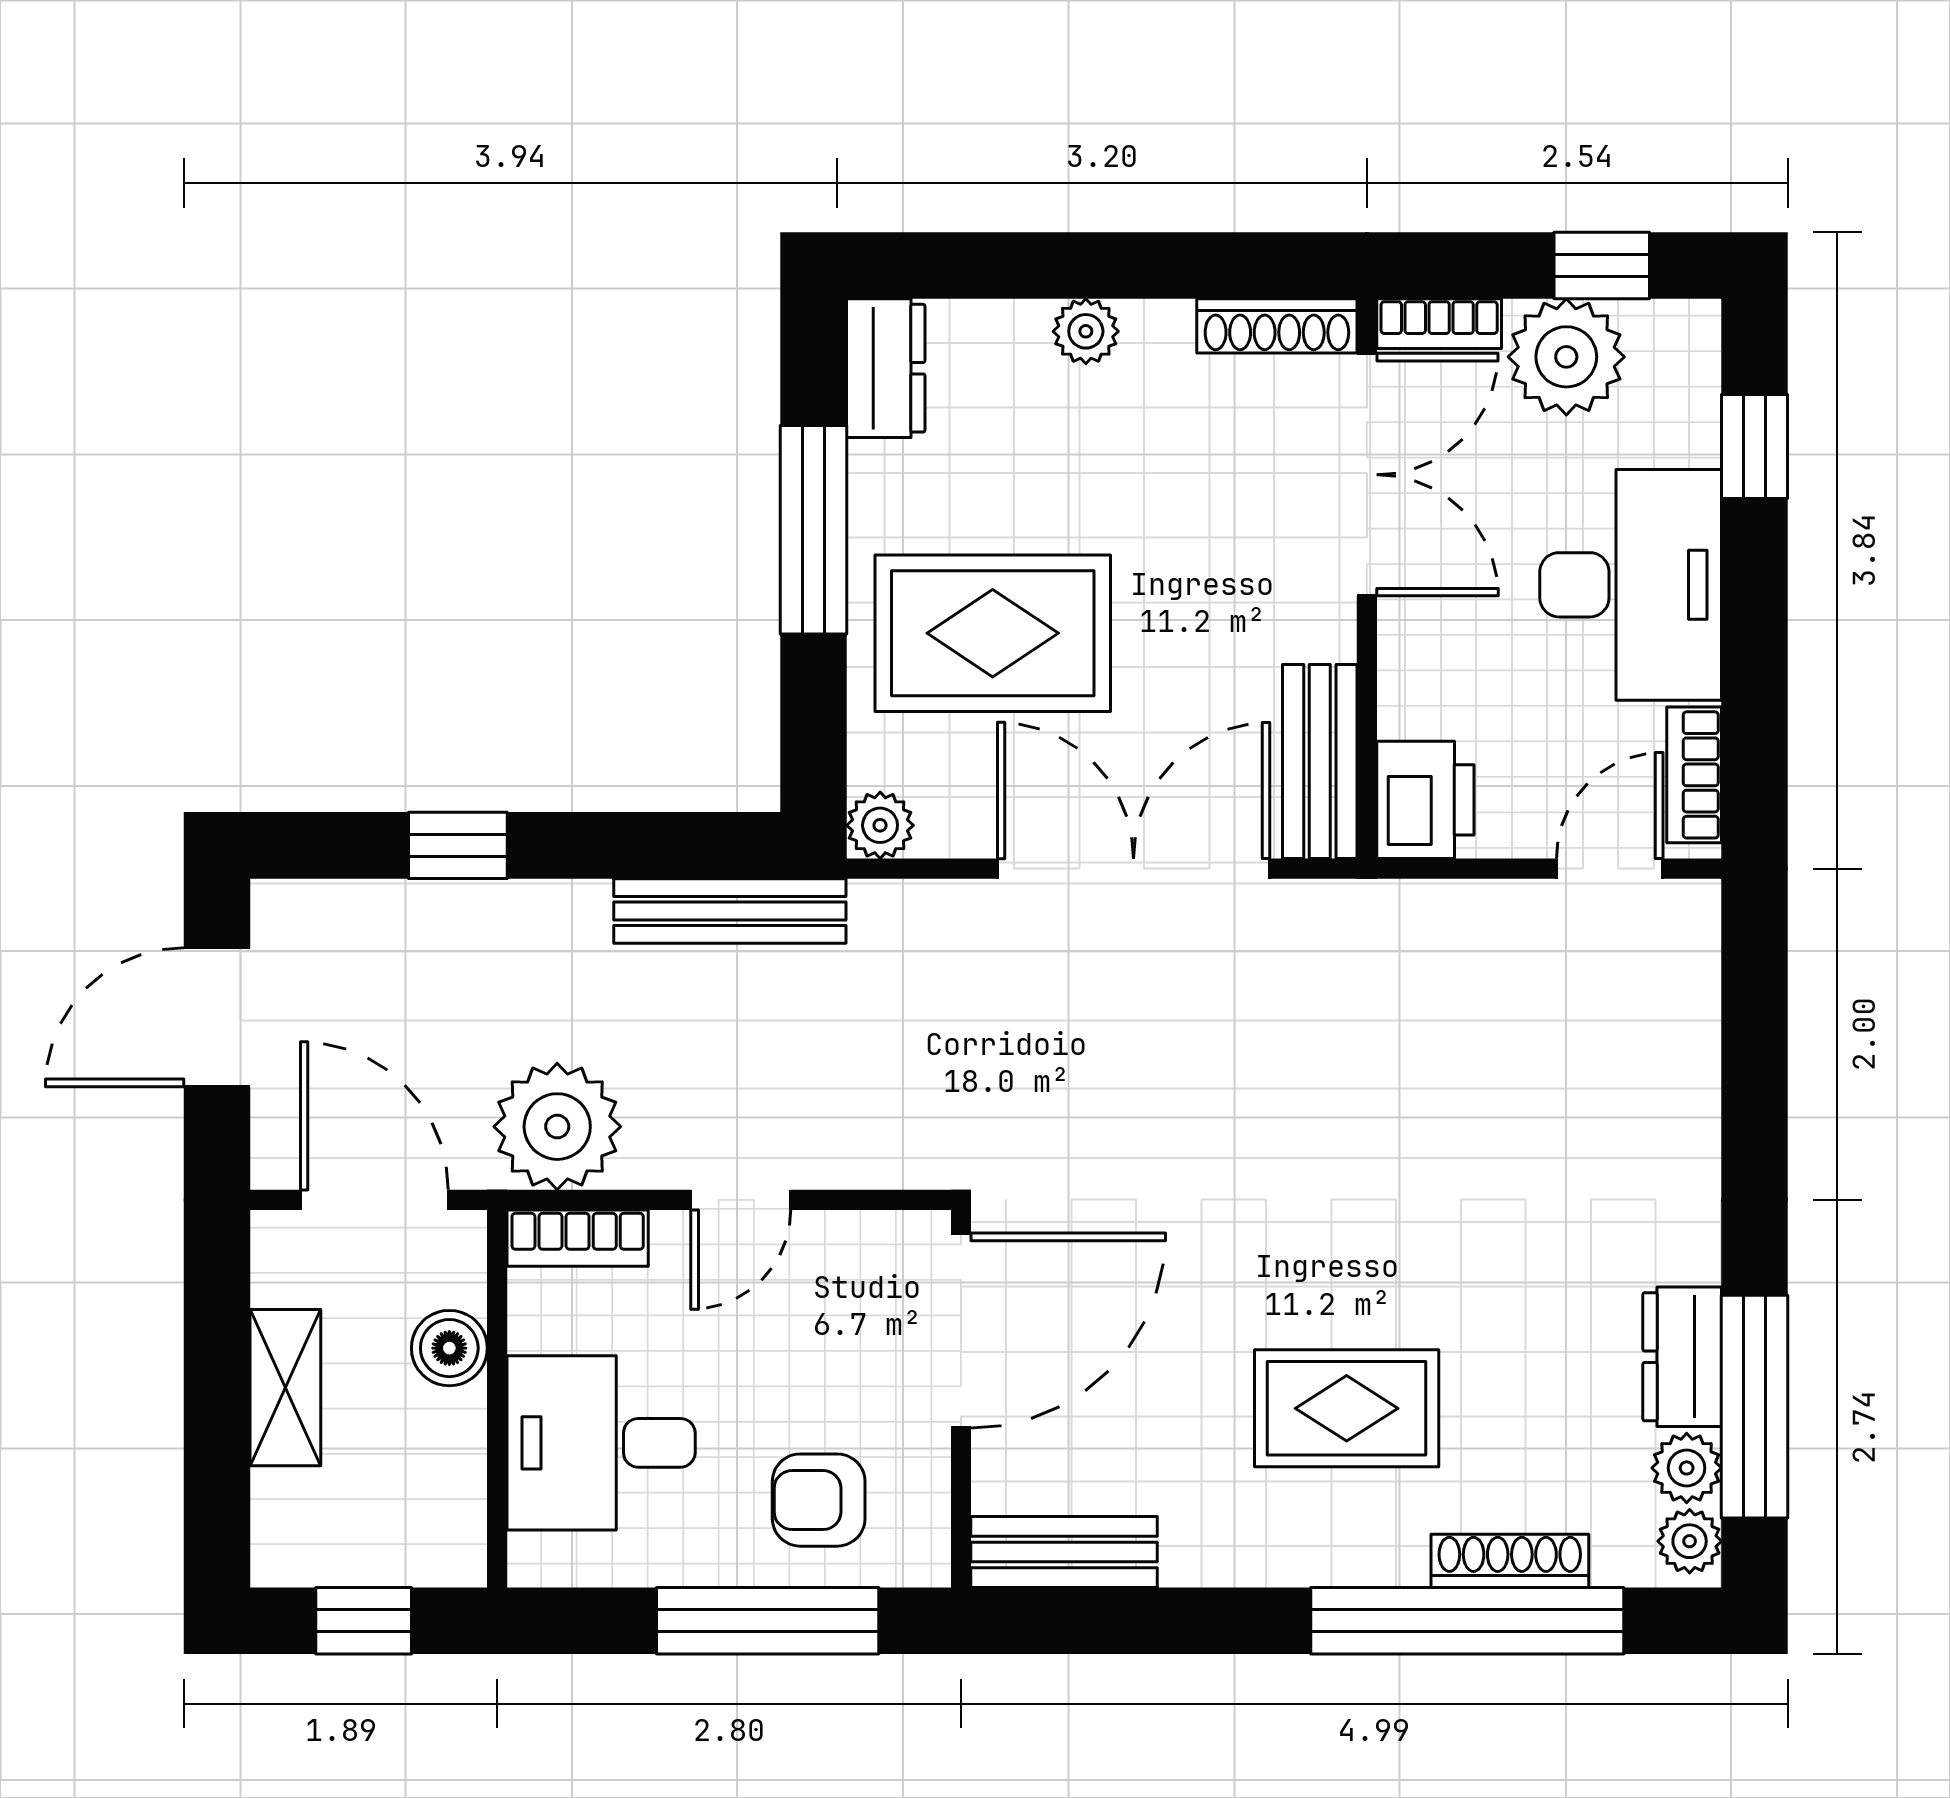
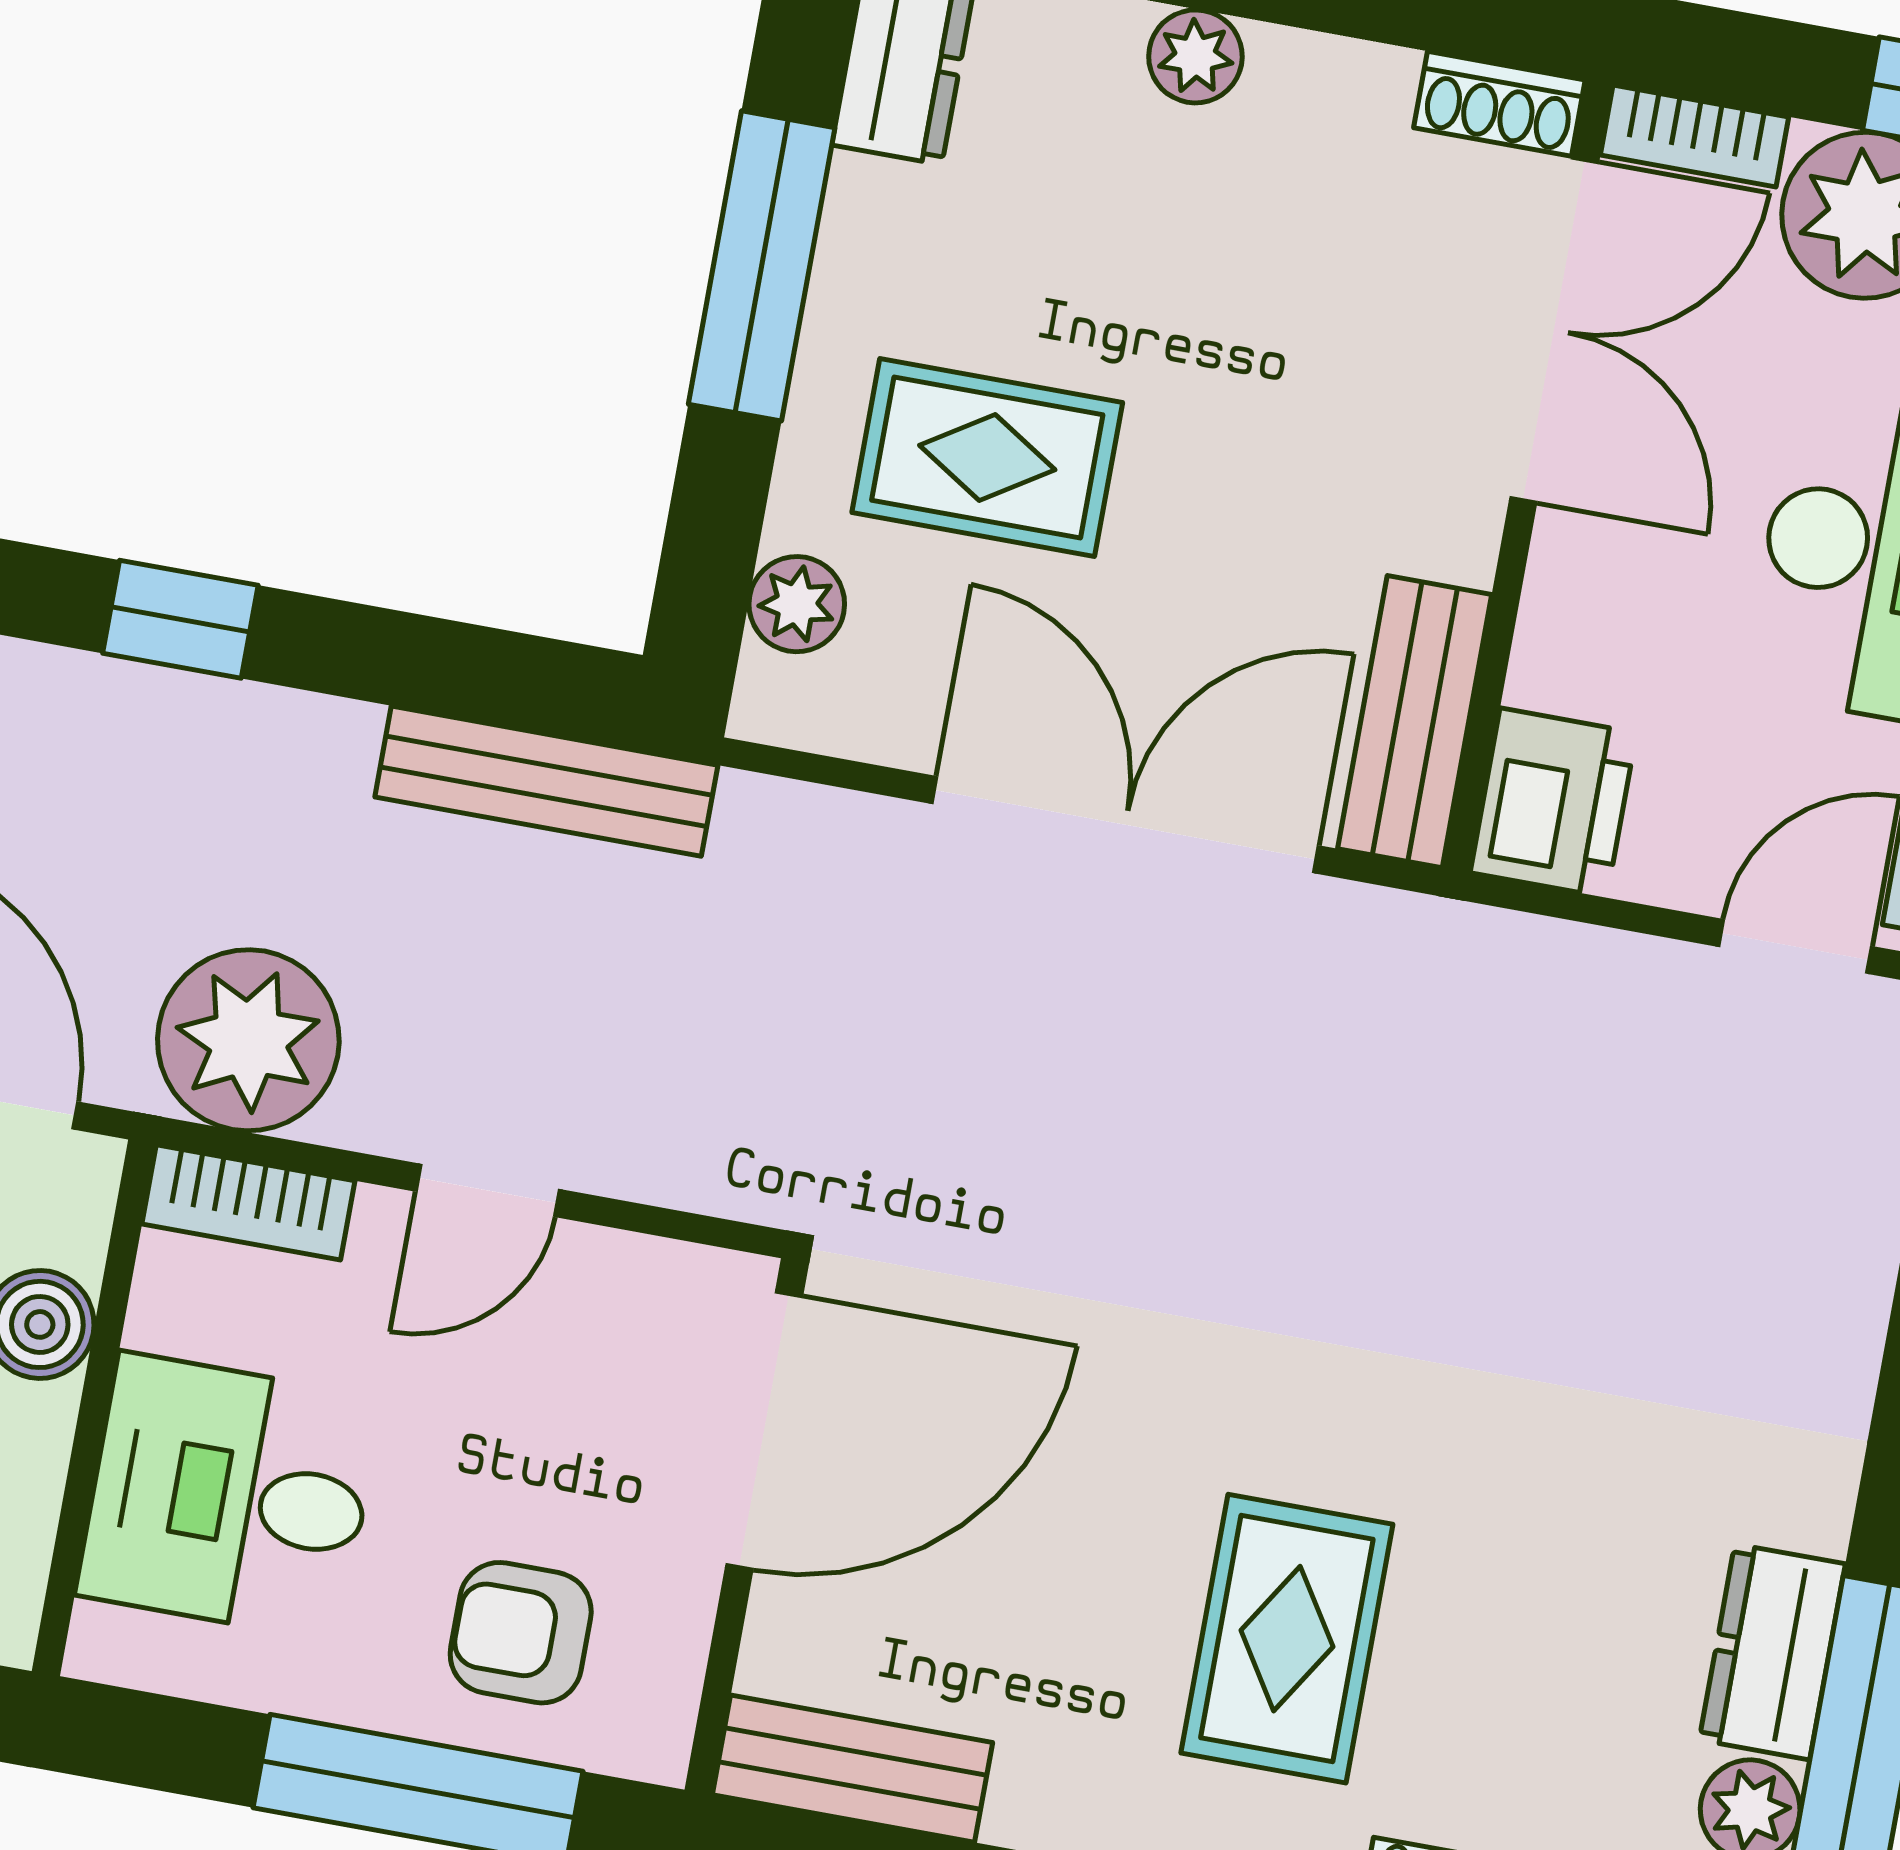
shoe rack: (1277, 326) -> (1499, 104), width x0.70
rug: (993, 633) -> (987, 457), width x0.73, depth x0.70
plant: (880, 825) -> (797, 604), moved
rug: (1347, 1408) -> (1287, 1639), turned 90

